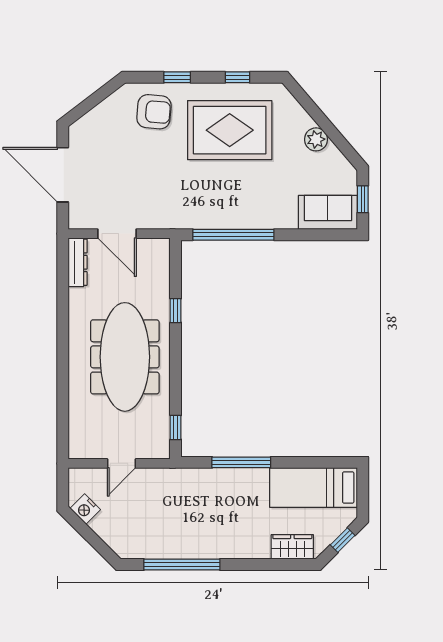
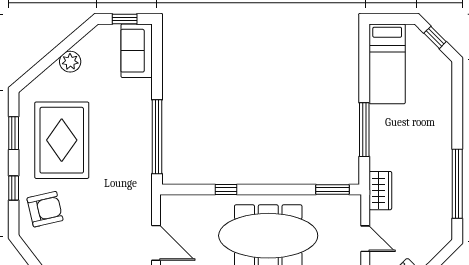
window: (237, 77) -> (14, 133), width x1.50
armchair: (154, 112) -> (45, 209), turned 72
door: (117, 234) -> (156, 243), hinge flipped
window: (176, 427) -> (333, 190), width x1.50
wardrobe: (292, 547) -> (380, 191), moved, turned 180

